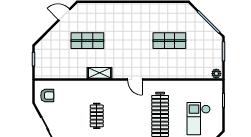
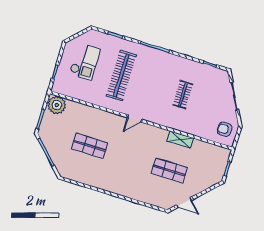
shelving: (100, 73) -> (180, 140), moved
plant: (216, 74) -> (57, 105), width x1.88, depth x1.88
door: (135, 79) -> (135, 119), swing flipped

